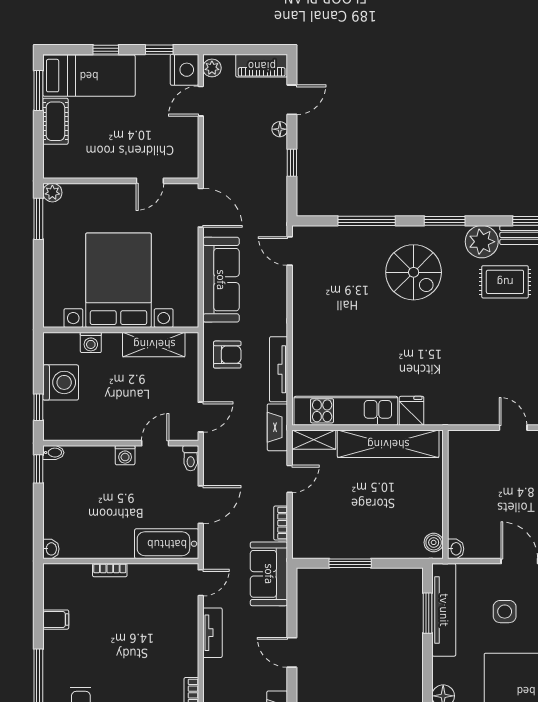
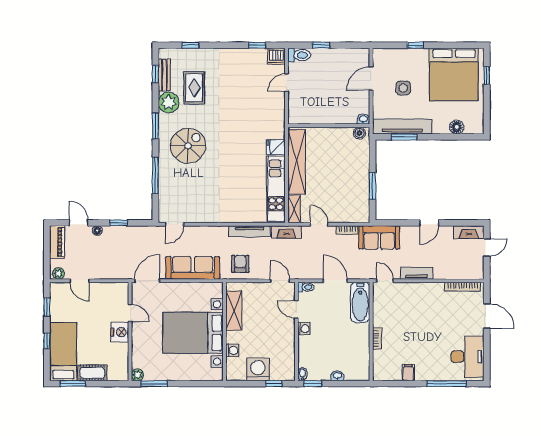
nightstand: (184, 70) -> (120, 332), moved, turned 90
washbasin: (51, 549) -> (337, 376), moved

